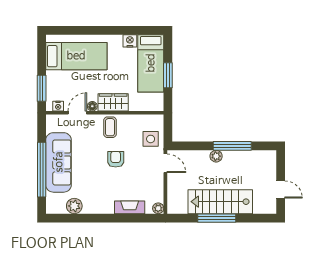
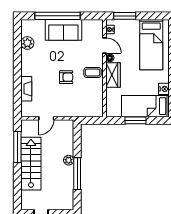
side table: (151, 139) -> (83, 106), removed
sofa: (59, 162) -> (63, 30), width x0.73
door: (165, 163) -> (46, 118), moved
plant: (158, 208) -> (25, 112), removed
window: (217, 218) -> (17, 147), moved

